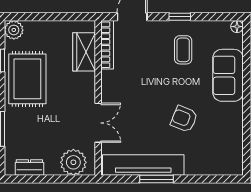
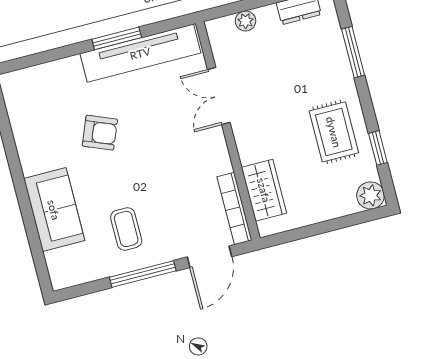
window: (180, 17) -> (143, 274), width x2.17
floor lamp: (237, 27) -> (59, 281), removed
rug: (27, 79) -> (334, 132), width x0.73, depth x0.70
plant: (73, 162) -> (245, 21), width x0.53, depth x0.53

